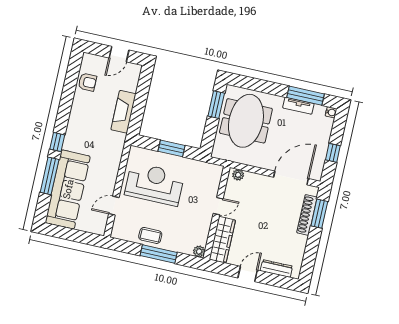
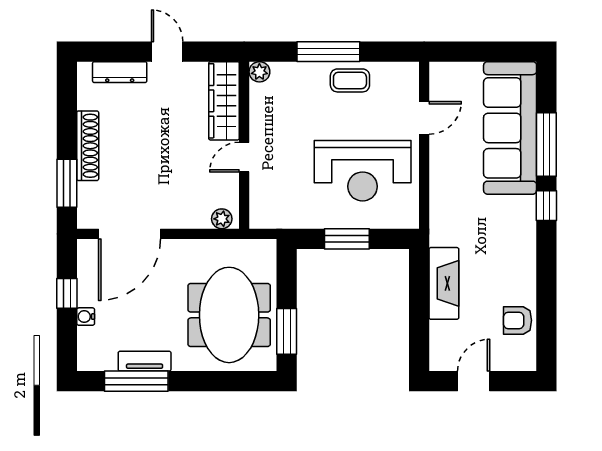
water cooler: (331, 112) -> (86, 317), moved
shoe rack: (307, 215) -> (88, 146), moved
door: (248, 274) -> (167, 52), swing flipped

